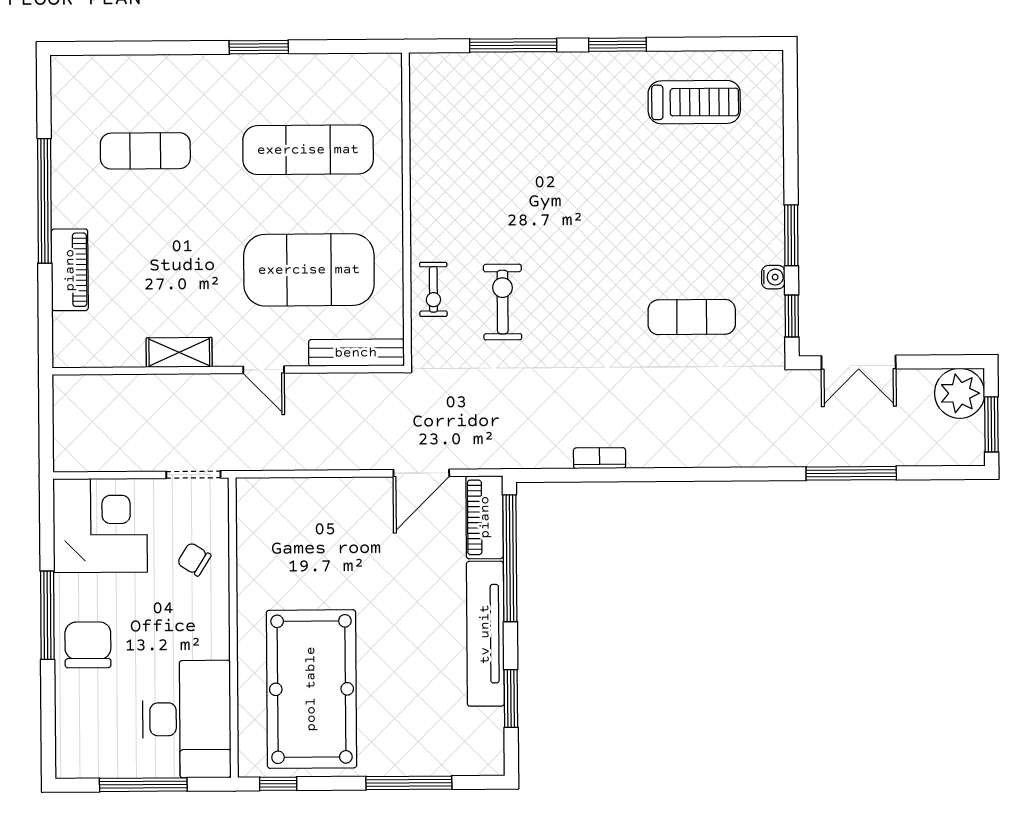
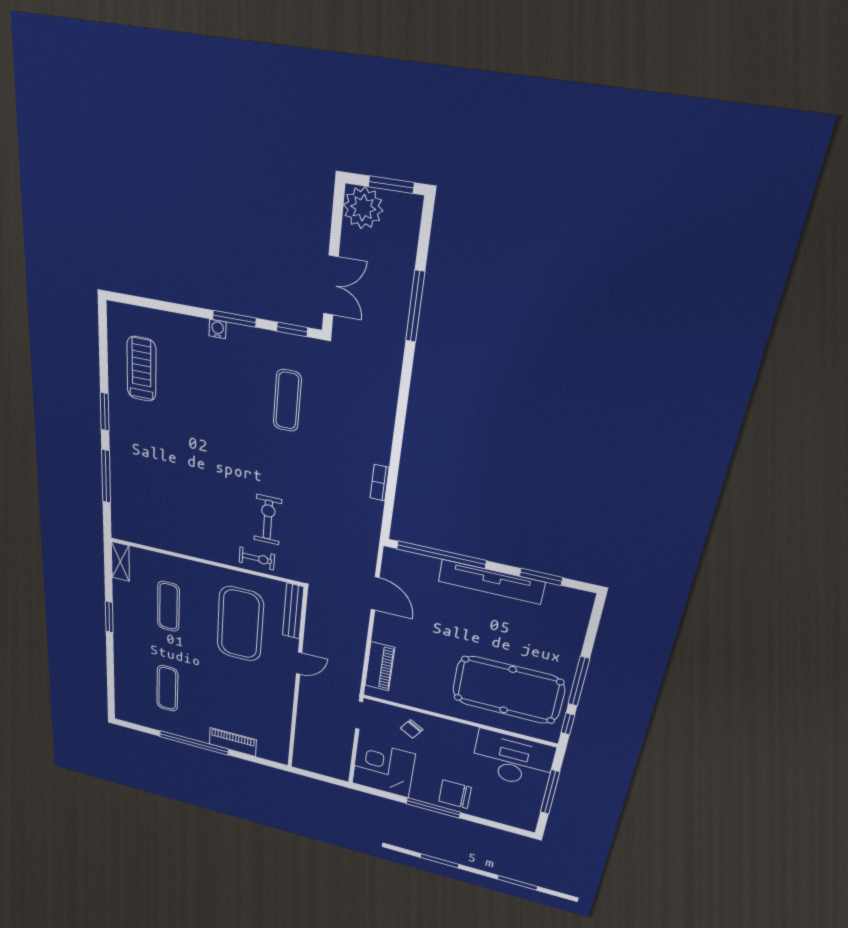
exercise mat: (308, 150) -> (168, 606), width x0.73, depth x0.69
water cooler: (773, 277) -> (218, 329), moved
exercise bike: (503, 302) -> (268, 520), turned 90
shelving: (179, 352) -> (120, 562), moved
piano: (485, 517) -> (380, 666), moved, turned -90
window: (409, 783) -> (579, 681), moved

